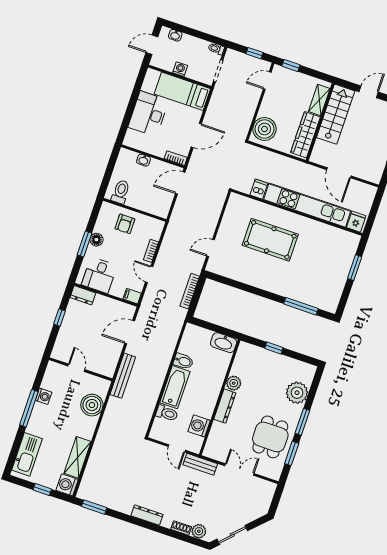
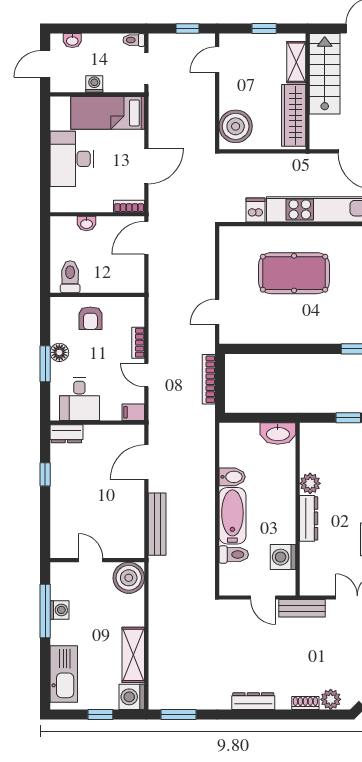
window: (291, 65) -> (264, 29), moved
door: (76, 368) -> (91, 560), moved
wall: (81, 369) -> (97, 560), moved
washing machine: (44, 396) -> (59, 610), moved

